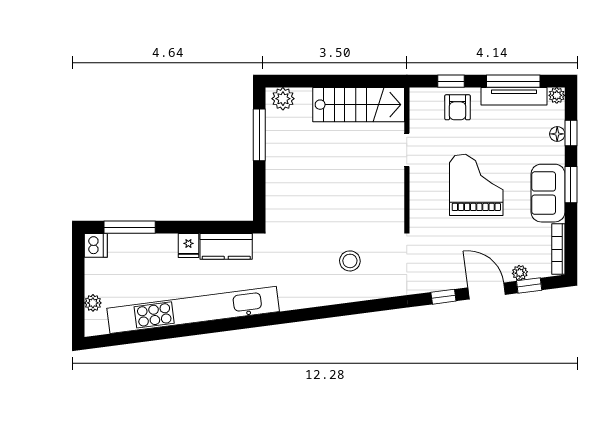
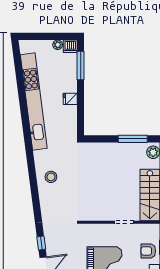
kitchen counter: (226, 246) -> (70, 120), removed
stool: (350, 261) -> (51, 177), moved
plant: (93, 303) -> (58, 45), moved

